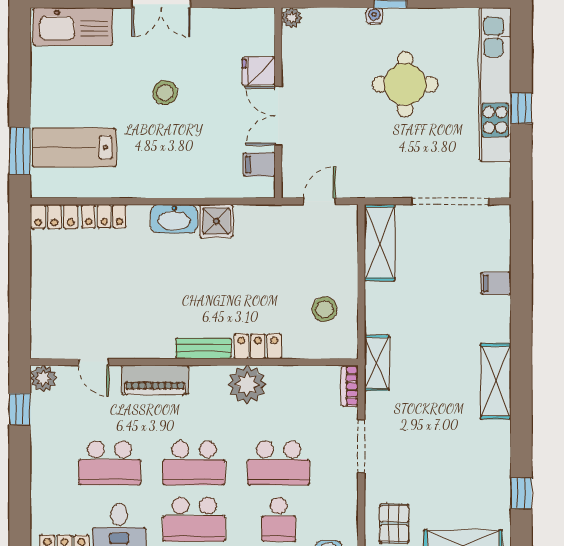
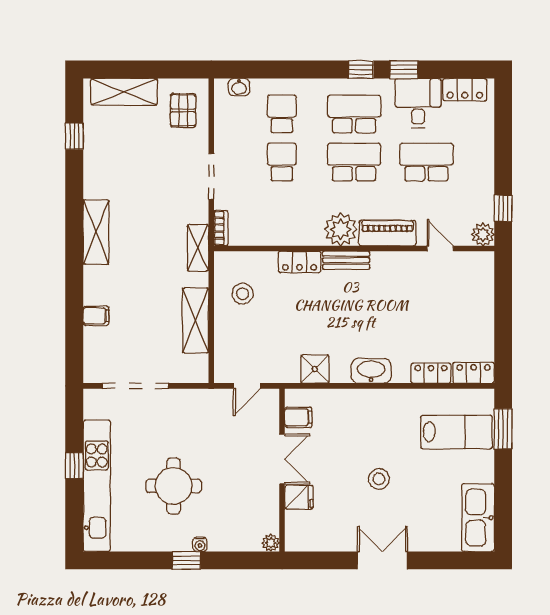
kitchen sink: (73, 27) -> (478, 518), moved, turned -90
shower: (216, 221) -> (315, 369), moved
shelving: (380, 243) -> (196, 320), moved
plant: (247, 384) -> (341, 229), moved
school desk: (279, 463) -> (282, 162), width x0.54

